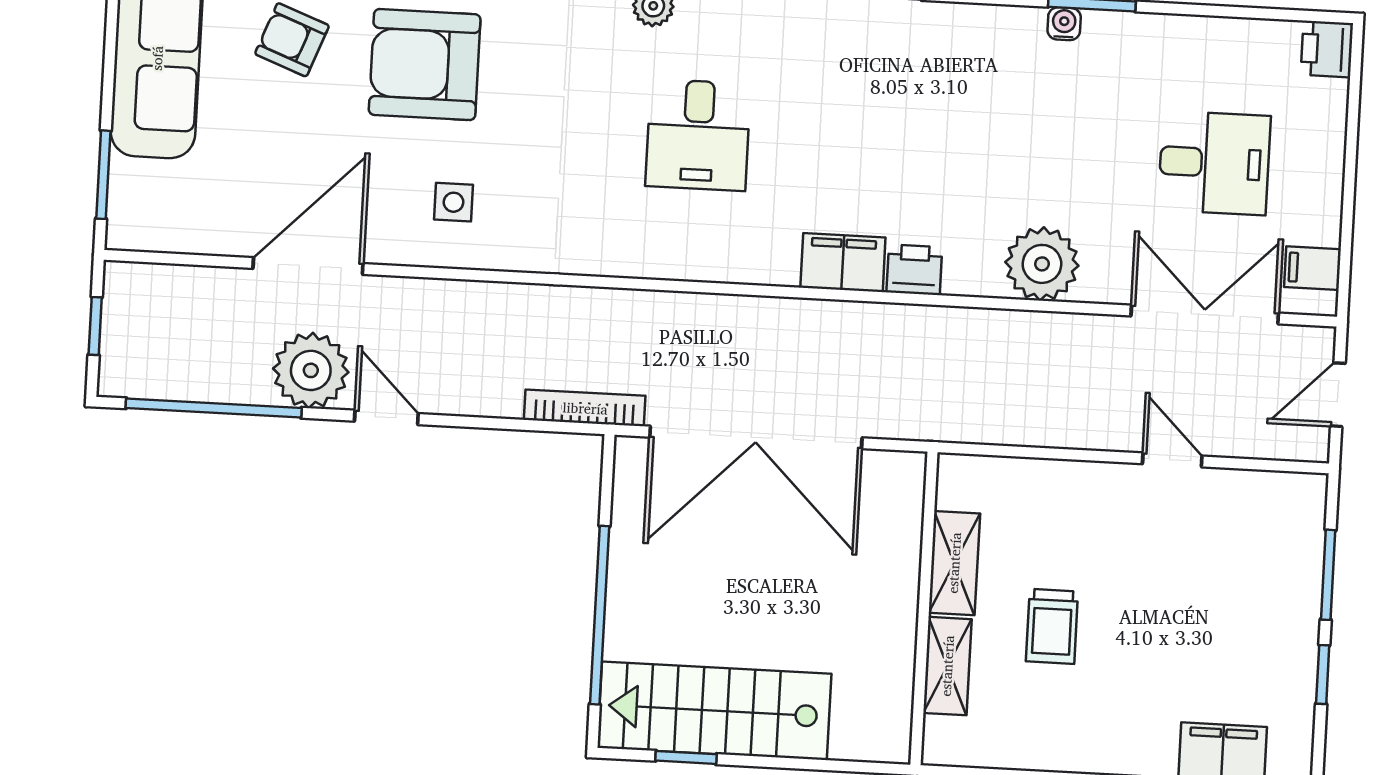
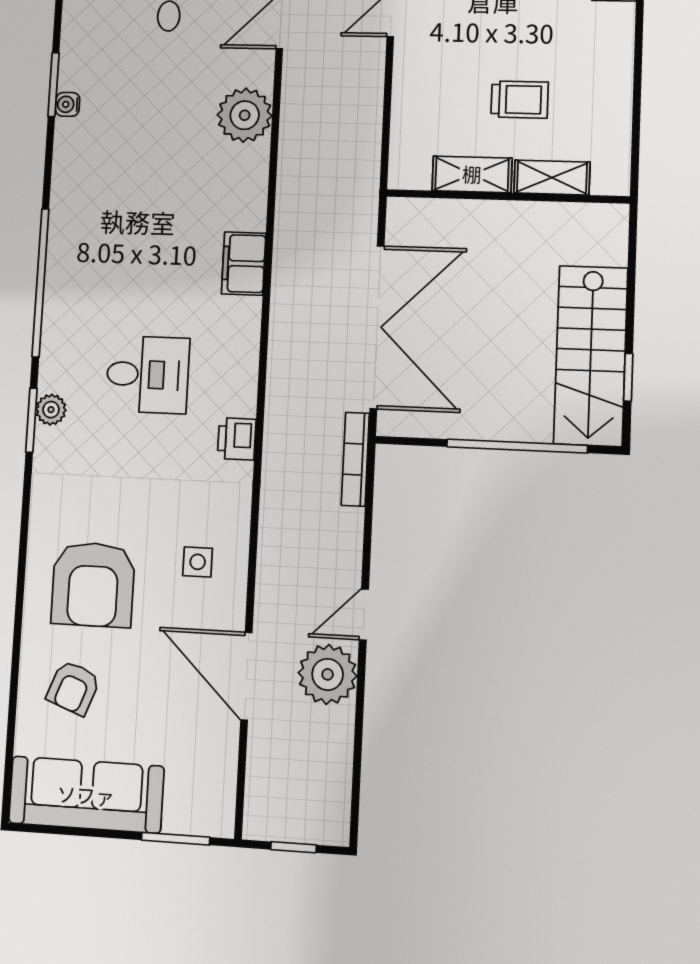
printer: (914, 270) -> (237, 439), moved
window: (214, 408) -> (358, 752), removed

